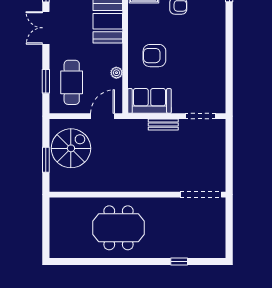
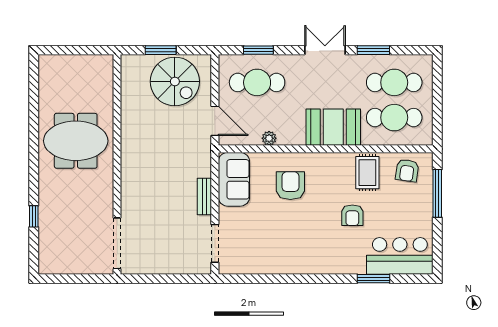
meeting table: (119, 228) -> (76, 141), turned 90

